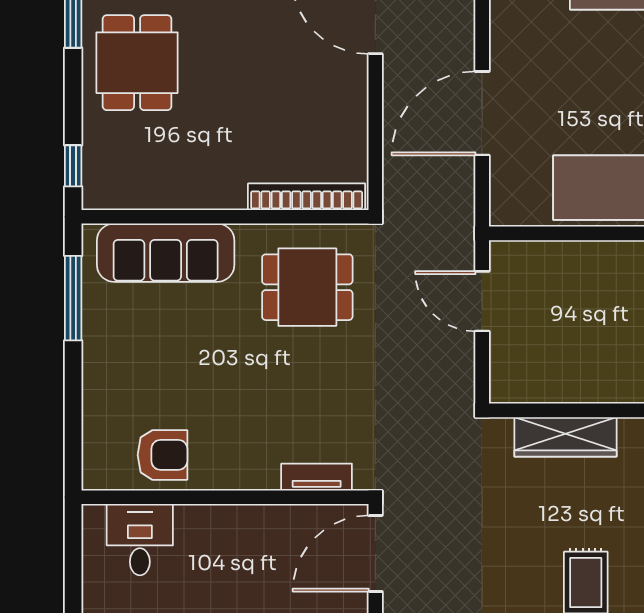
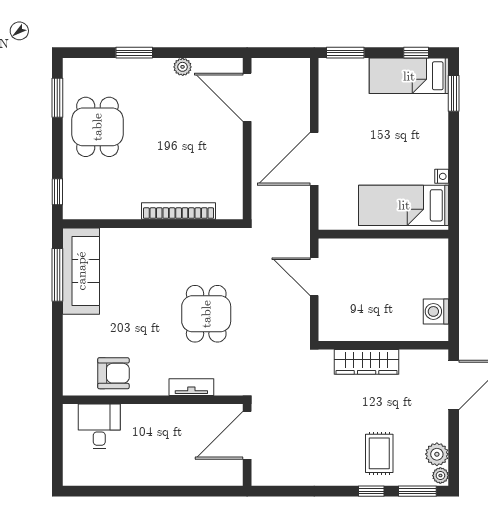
bookcase: (307, 197) -> (179, 211), moved
sofa: (166, 253) -> (81, 271), moved, turned -90
dining table: (307, 287) -> (206, 314), moved, turned 90
tv unit: (317, 477) -> (191, 387), moved

